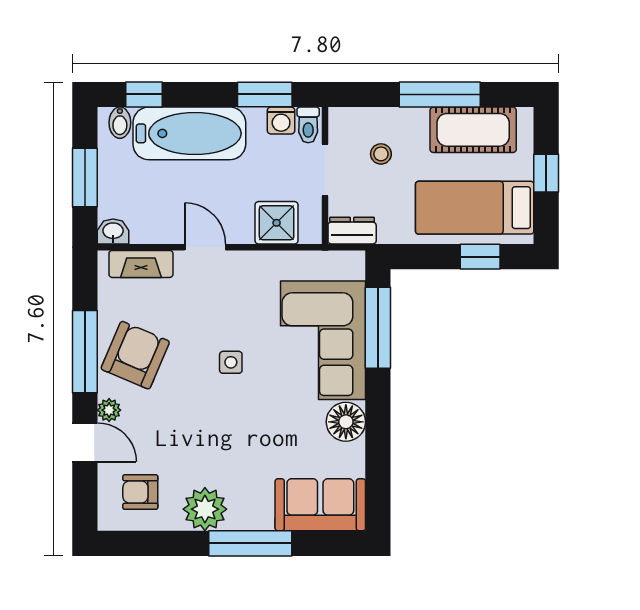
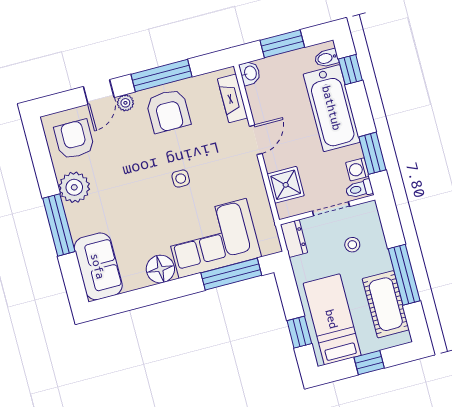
armchair: (135, 355) -> (168, 111), turned 67
armchair: (140, 492) -> (74, 139), width x1.38, depth x1.38

